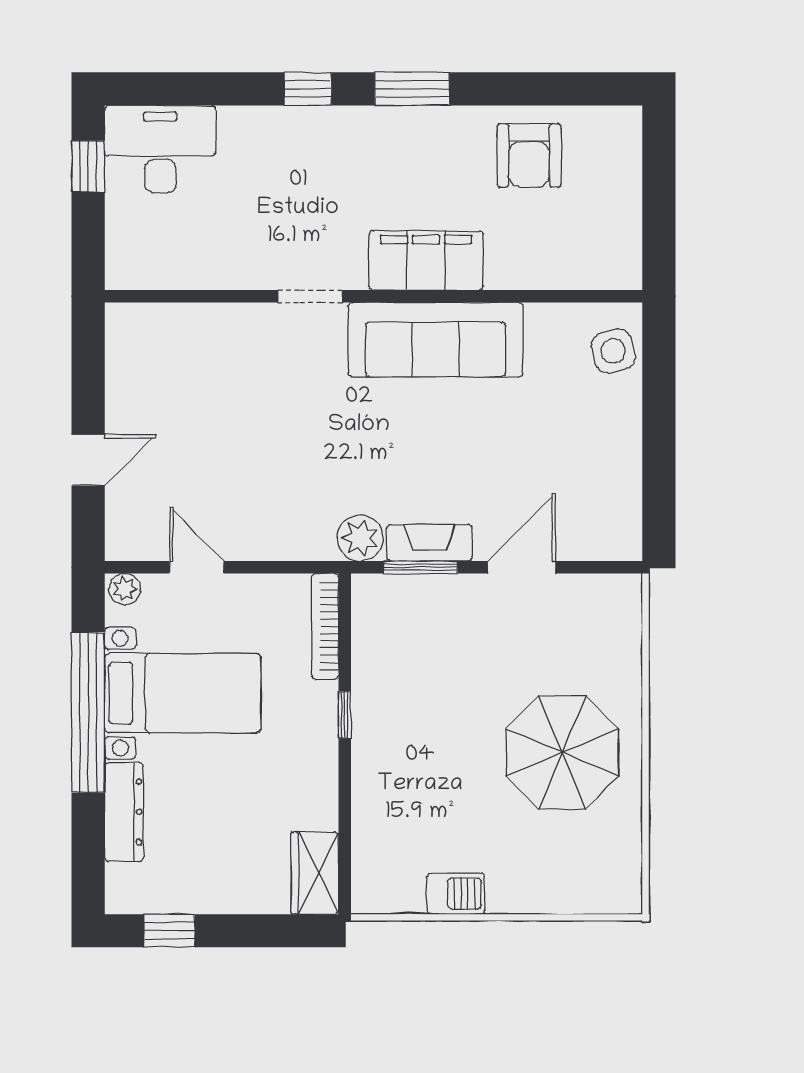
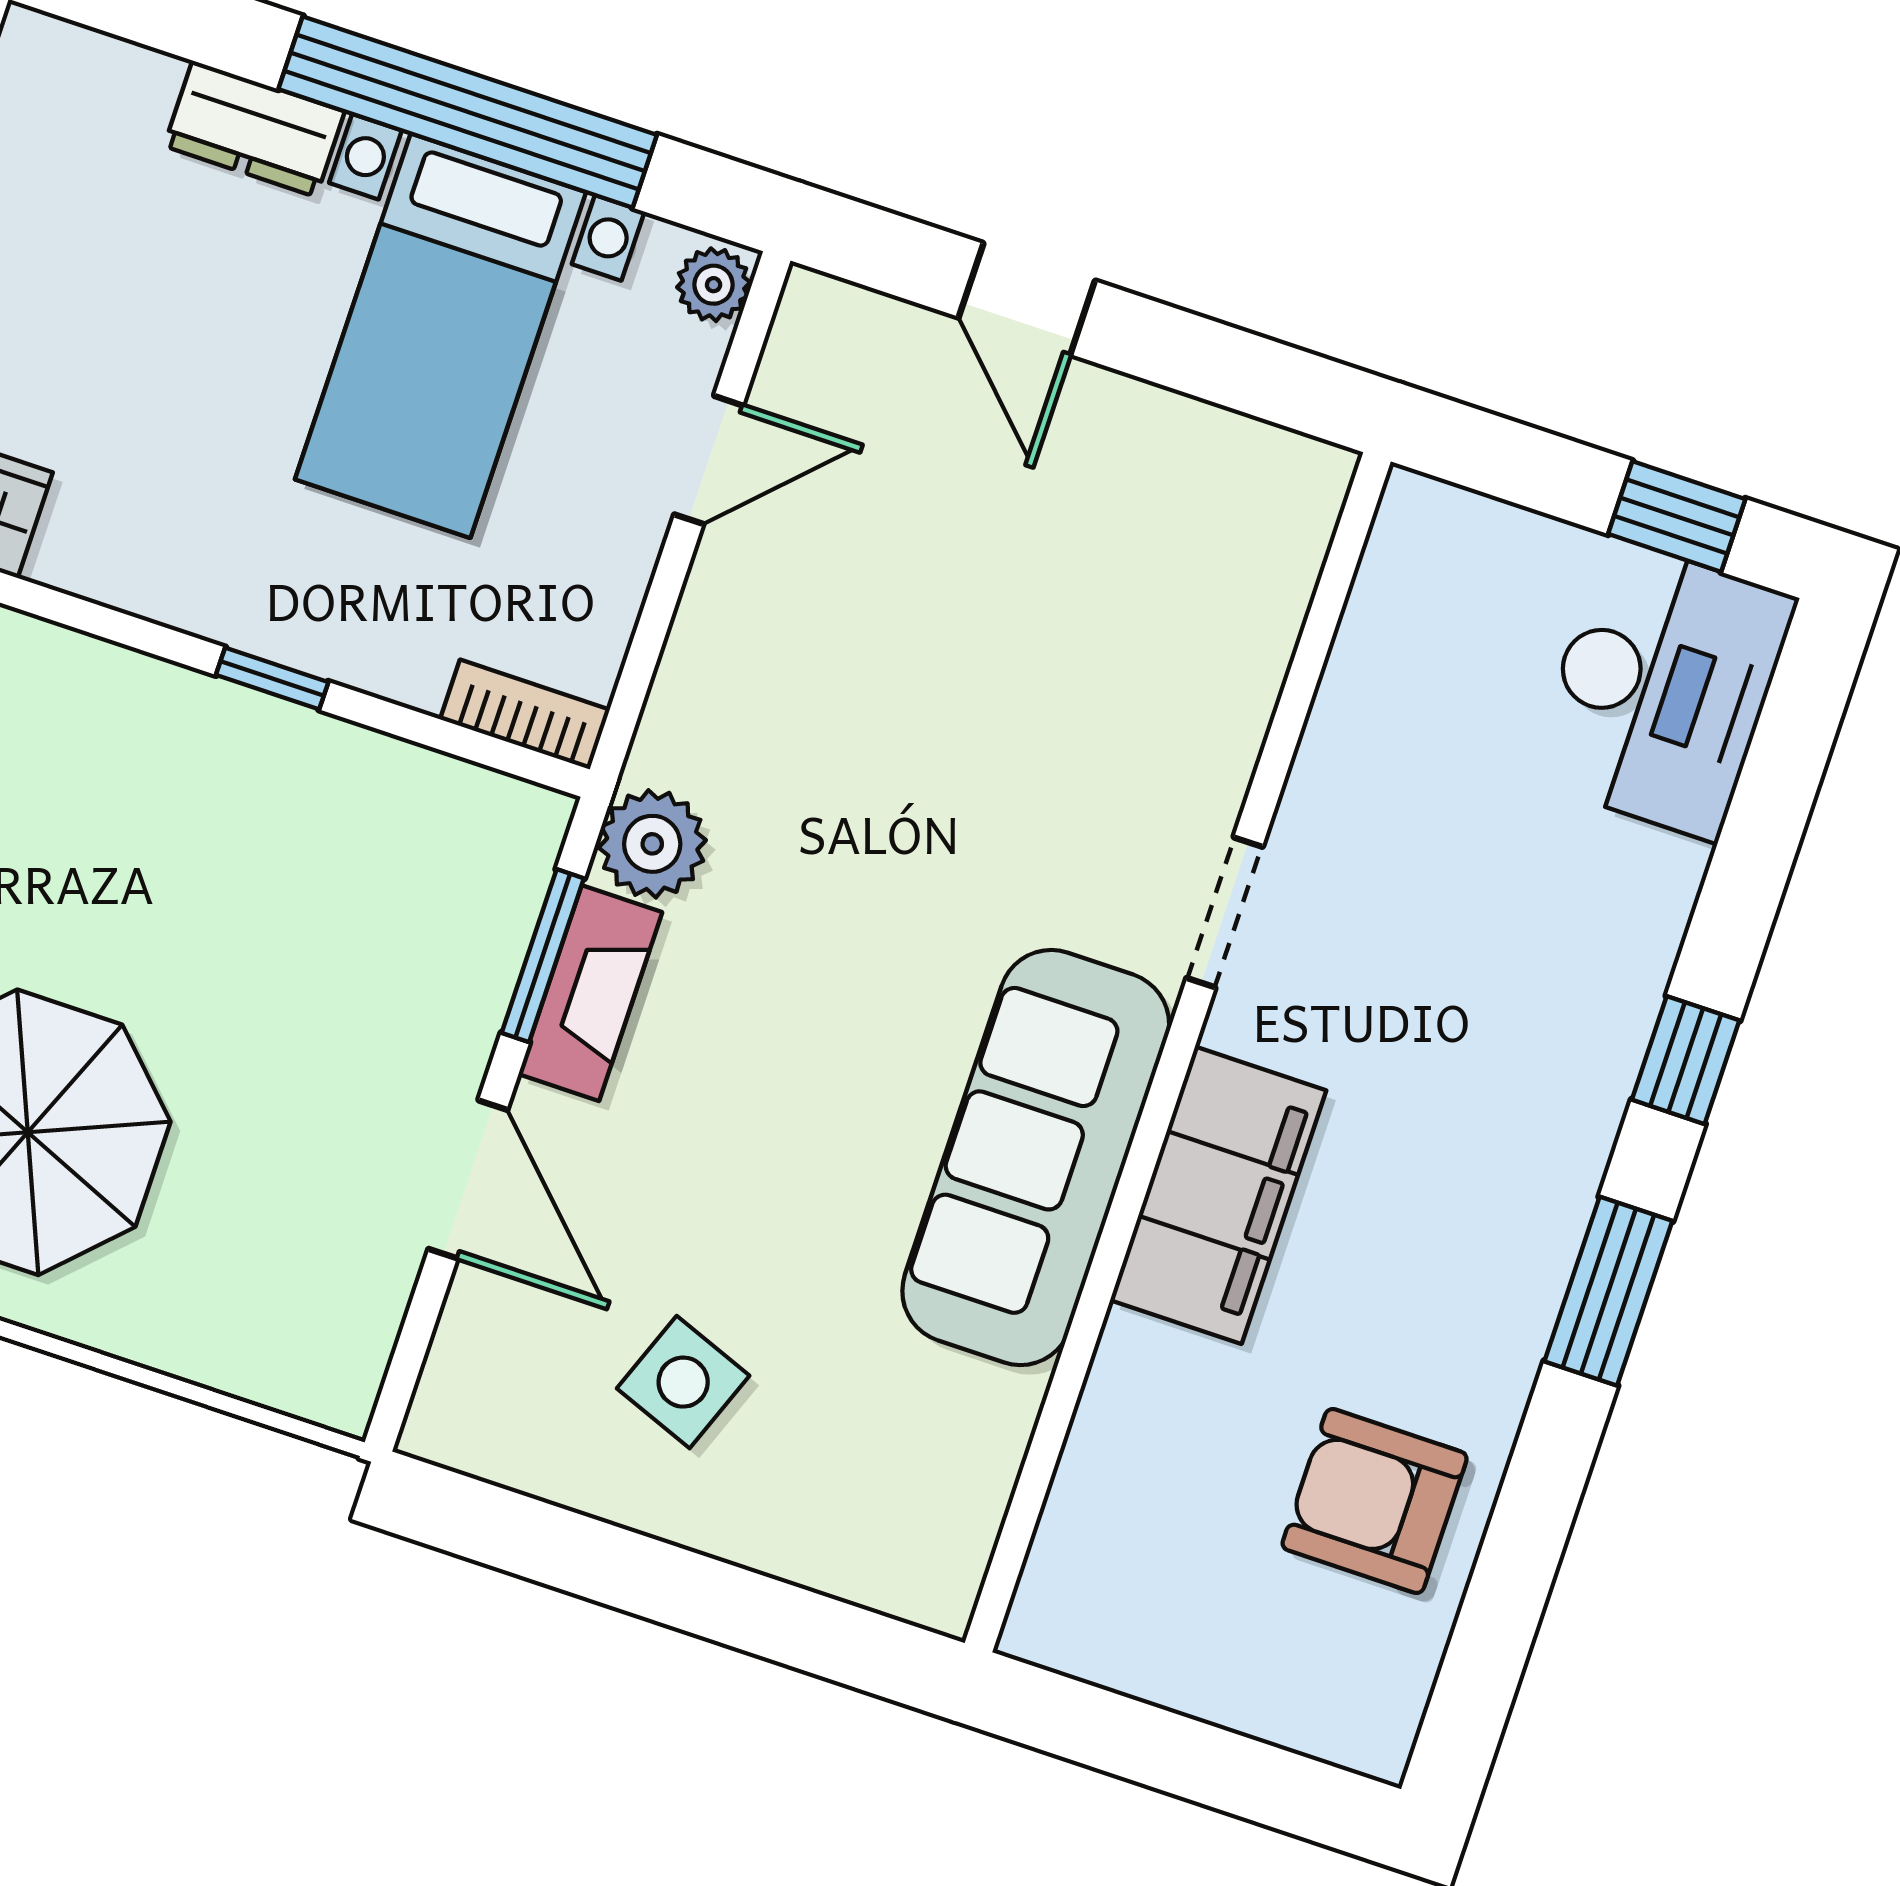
side table: (613, 351) -> (683, 1382), moved, turned 35
bookcase: (325, 626) -> (525, 715), width x0.64
dresser: (124, 812) -> (254, 129), width x0.70

